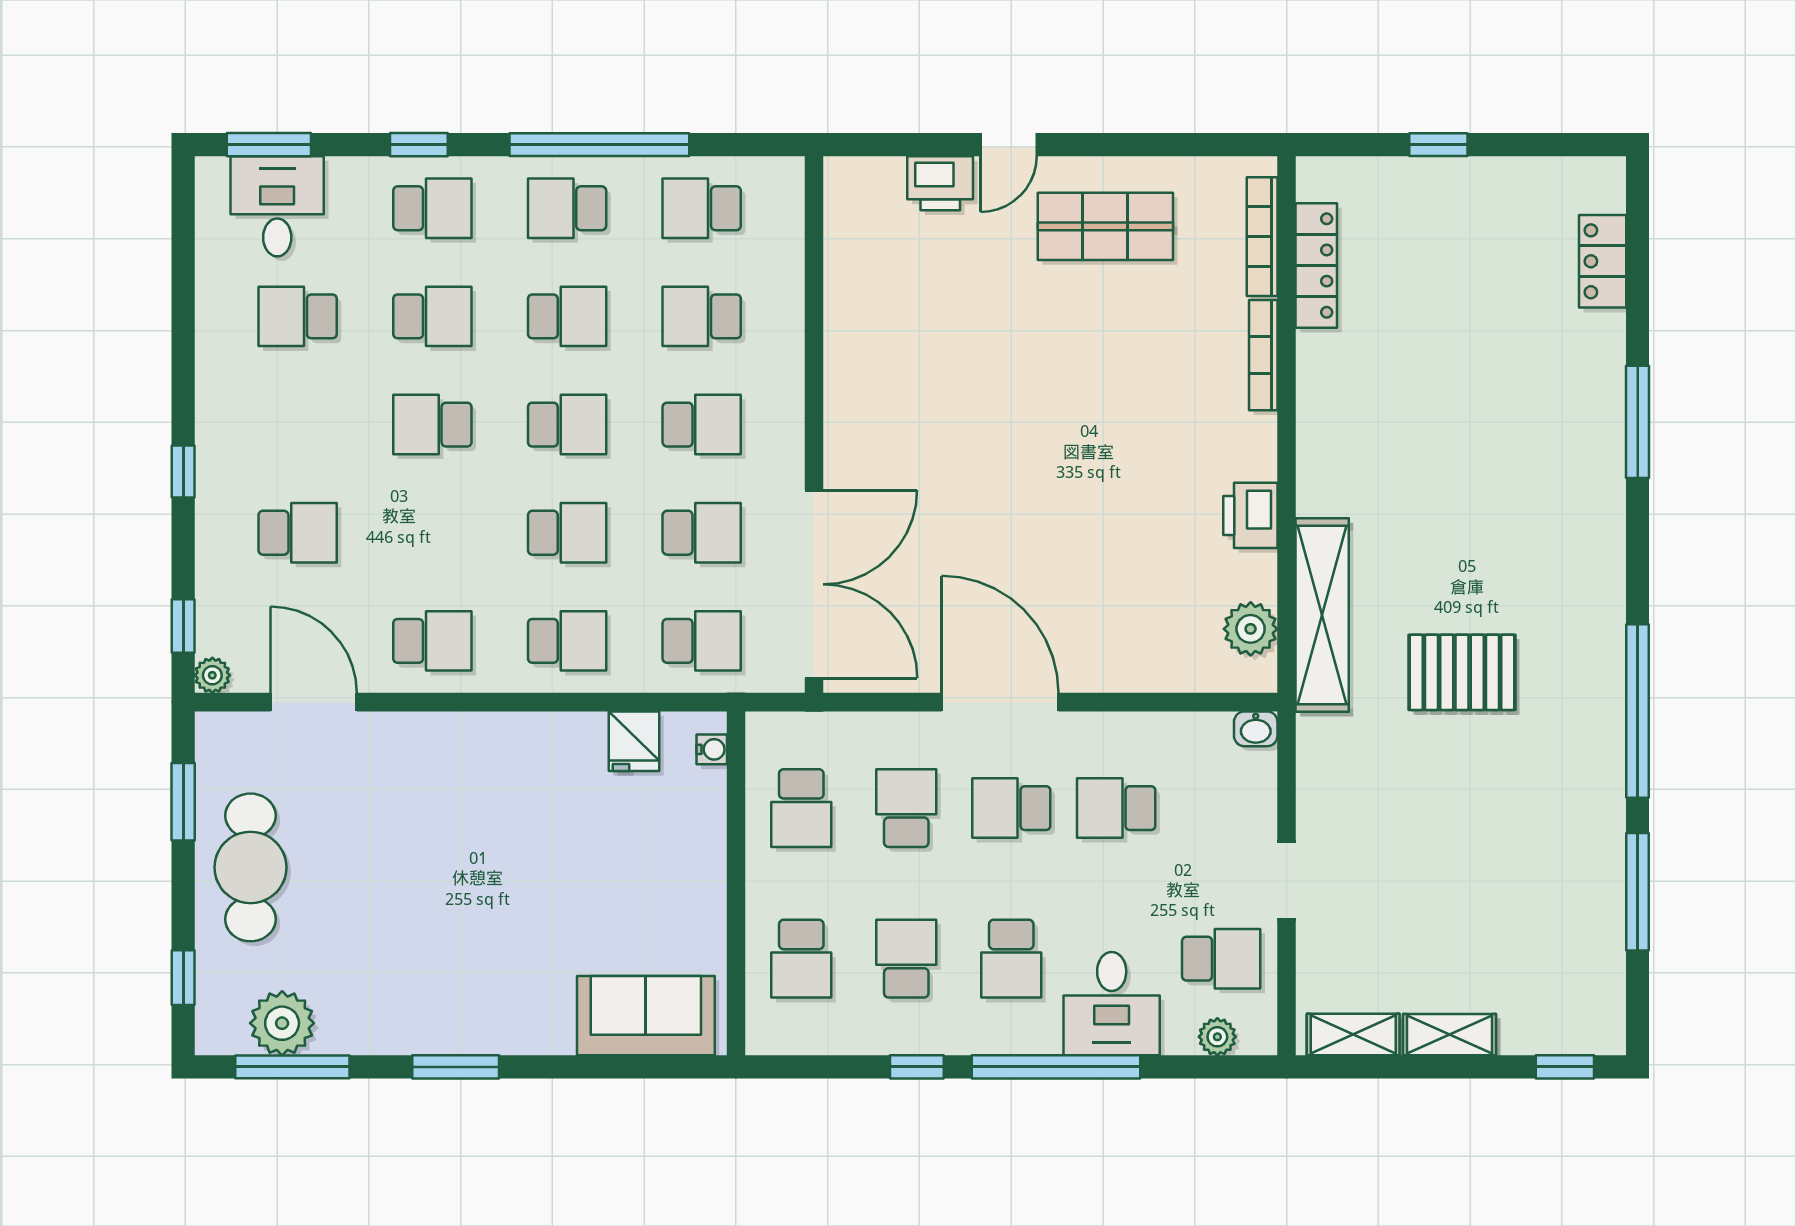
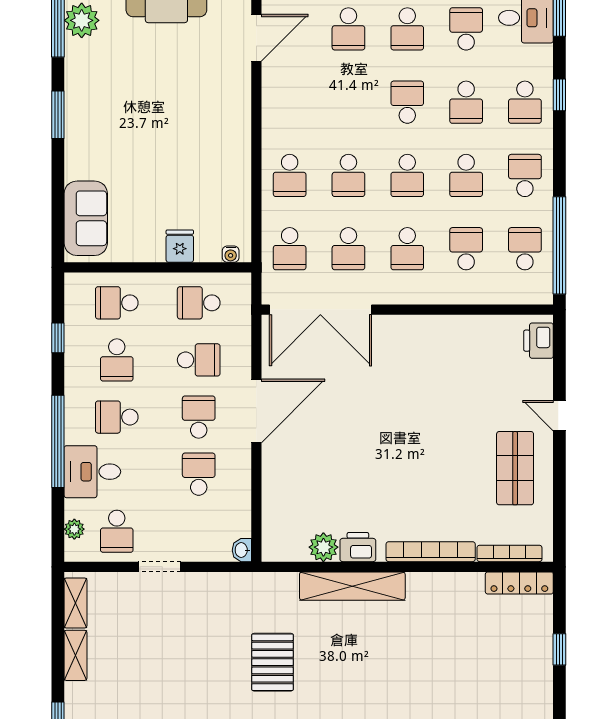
window: (599, 145) -> (559, 245), moved
printer: (940, 183) -> (539, 341), moved
locker: (1316, 266) -> (519, 583), moved
bookcase: (1263, 355) -> (431, 552), width x1.48, depth x1.31
shelving: (1322, 615) -> (352, 586), moved
plant: (1251, 629) -> (323, 547), moved
school desk: (432, 641) -> (407, 29), moved
fridge: (634, 741) -> (180, 246), moved, turned 90
school desk: (906, 959) -> (117, 360), turned 90
window: (917, 1067) -> (58, 338), moved

